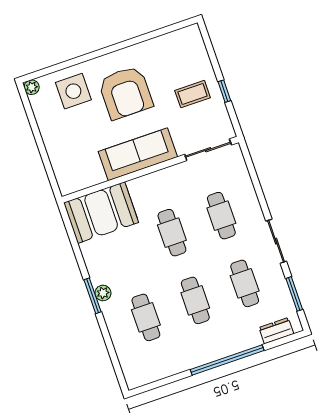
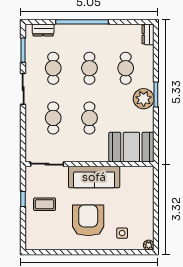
side table: (73, 91) -> (122, 233), width x0.54, depth x0.54
plant: (103, 293) -> (144, 99), width x1.87, depth x1.87
dresser: (131, 374) -> (148, 34), added

